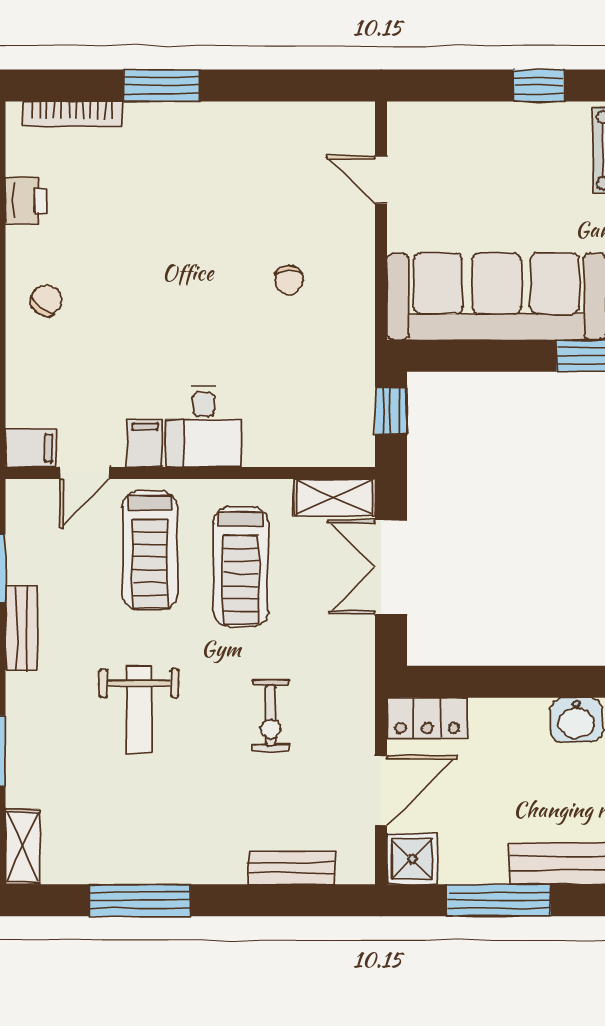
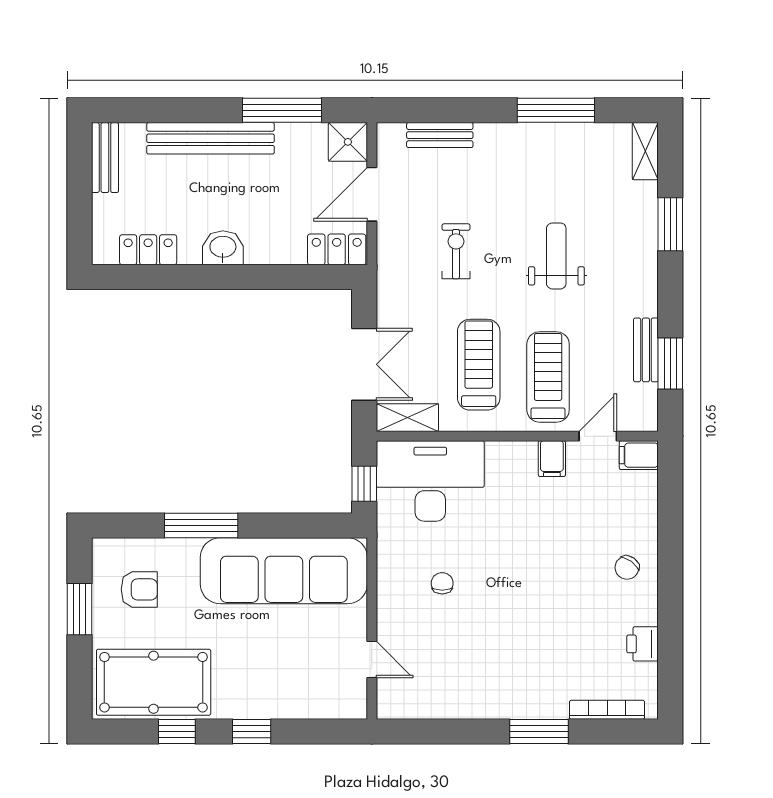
desk: (203, 426) -> (430, 481), moved, width x1.87, depth x1.30
bench: (21, 628) -> (646, 350), moved

